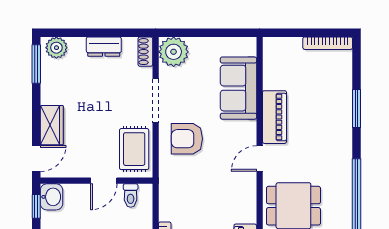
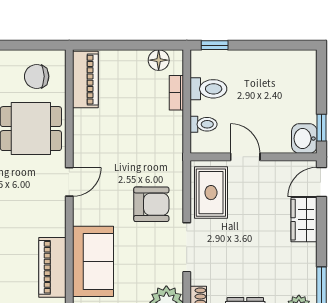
piano: (274, 117) -> (52, 267), moved
door: (104, 181) -> (245, 157), hinge flipped
toilet: (131, 195) -> (204, 124), moved, turned 90

